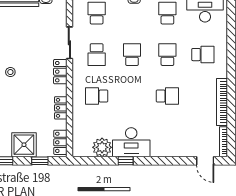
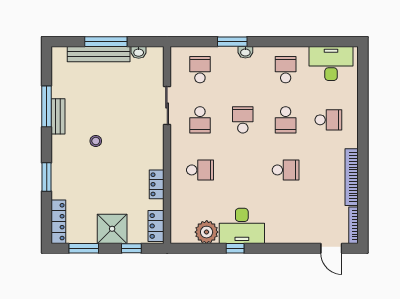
school desk: (167, 55) -> (286, 120), turned 180
locker: (60, 72) -> (156, 141), removed
school desk: (97, 96) -> (200, 170), turned 180

